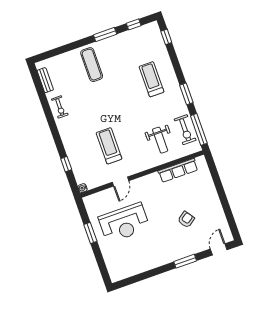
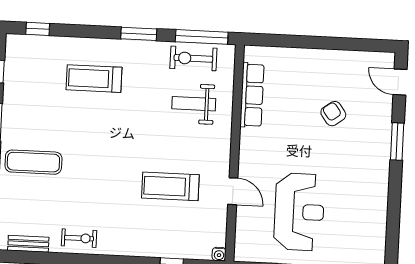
exercise bike: (185, 130) -> (193, 58), turned 180
weight bench: (160, 140) -> (194, 104), turned 180

